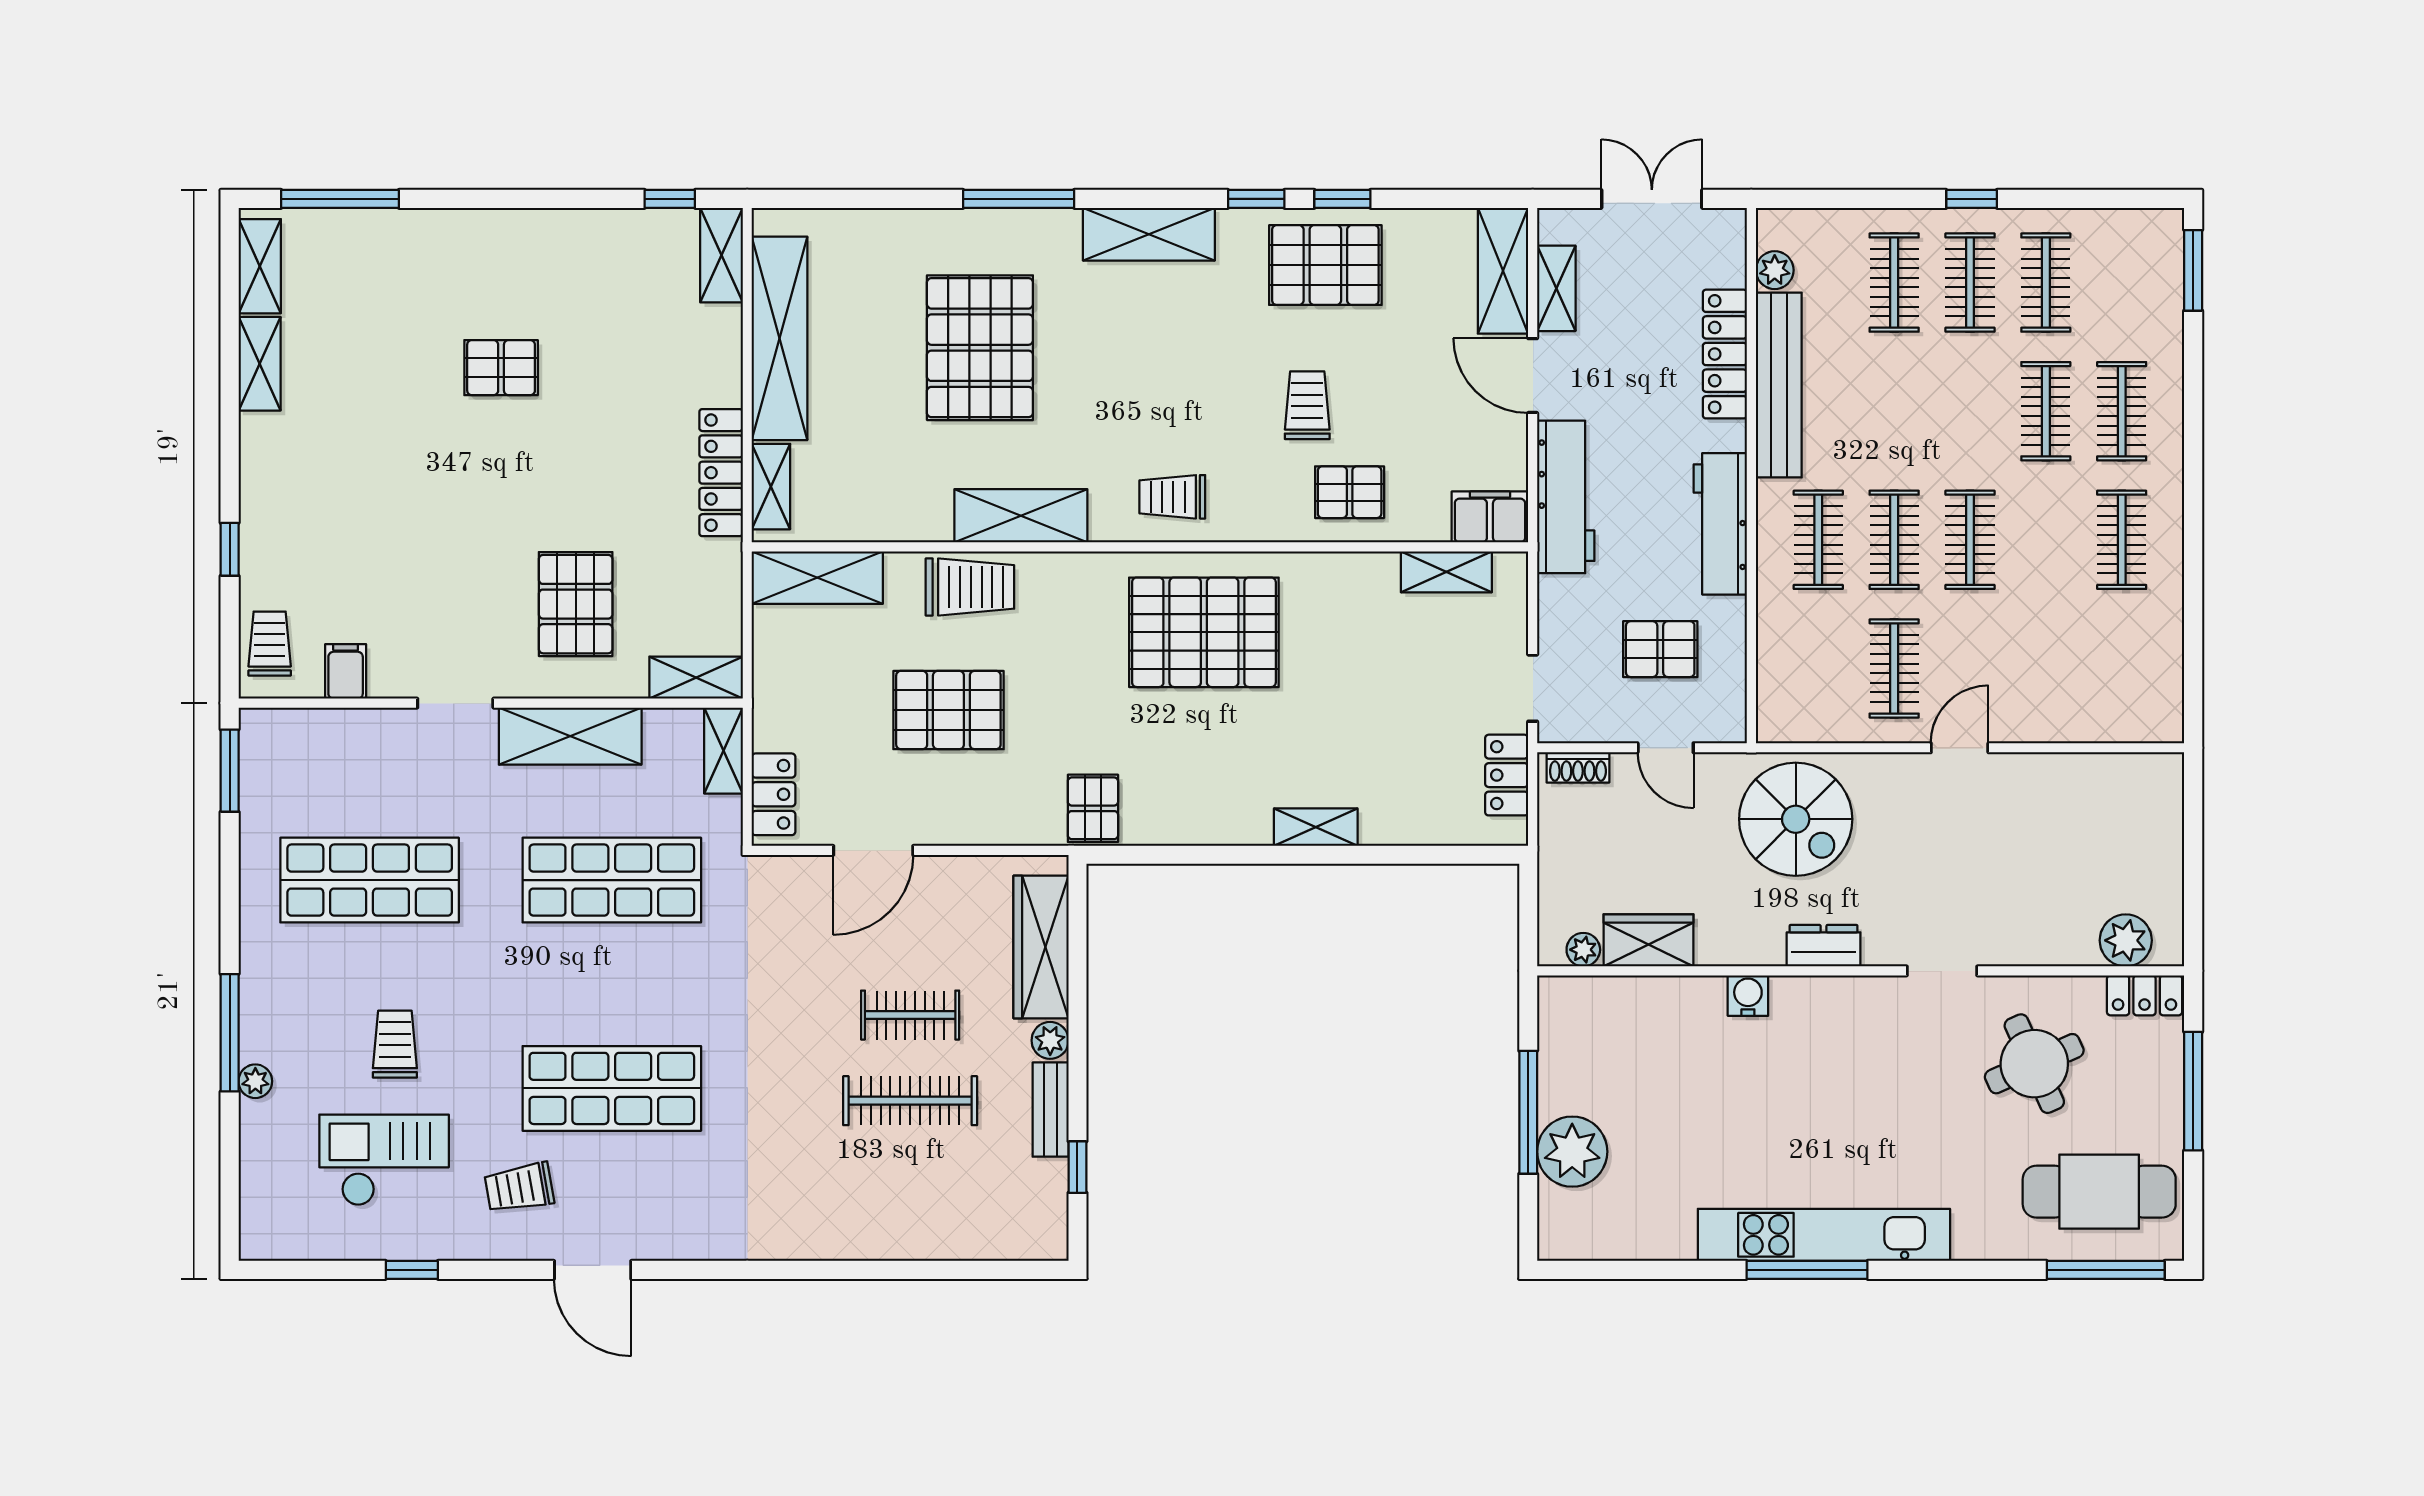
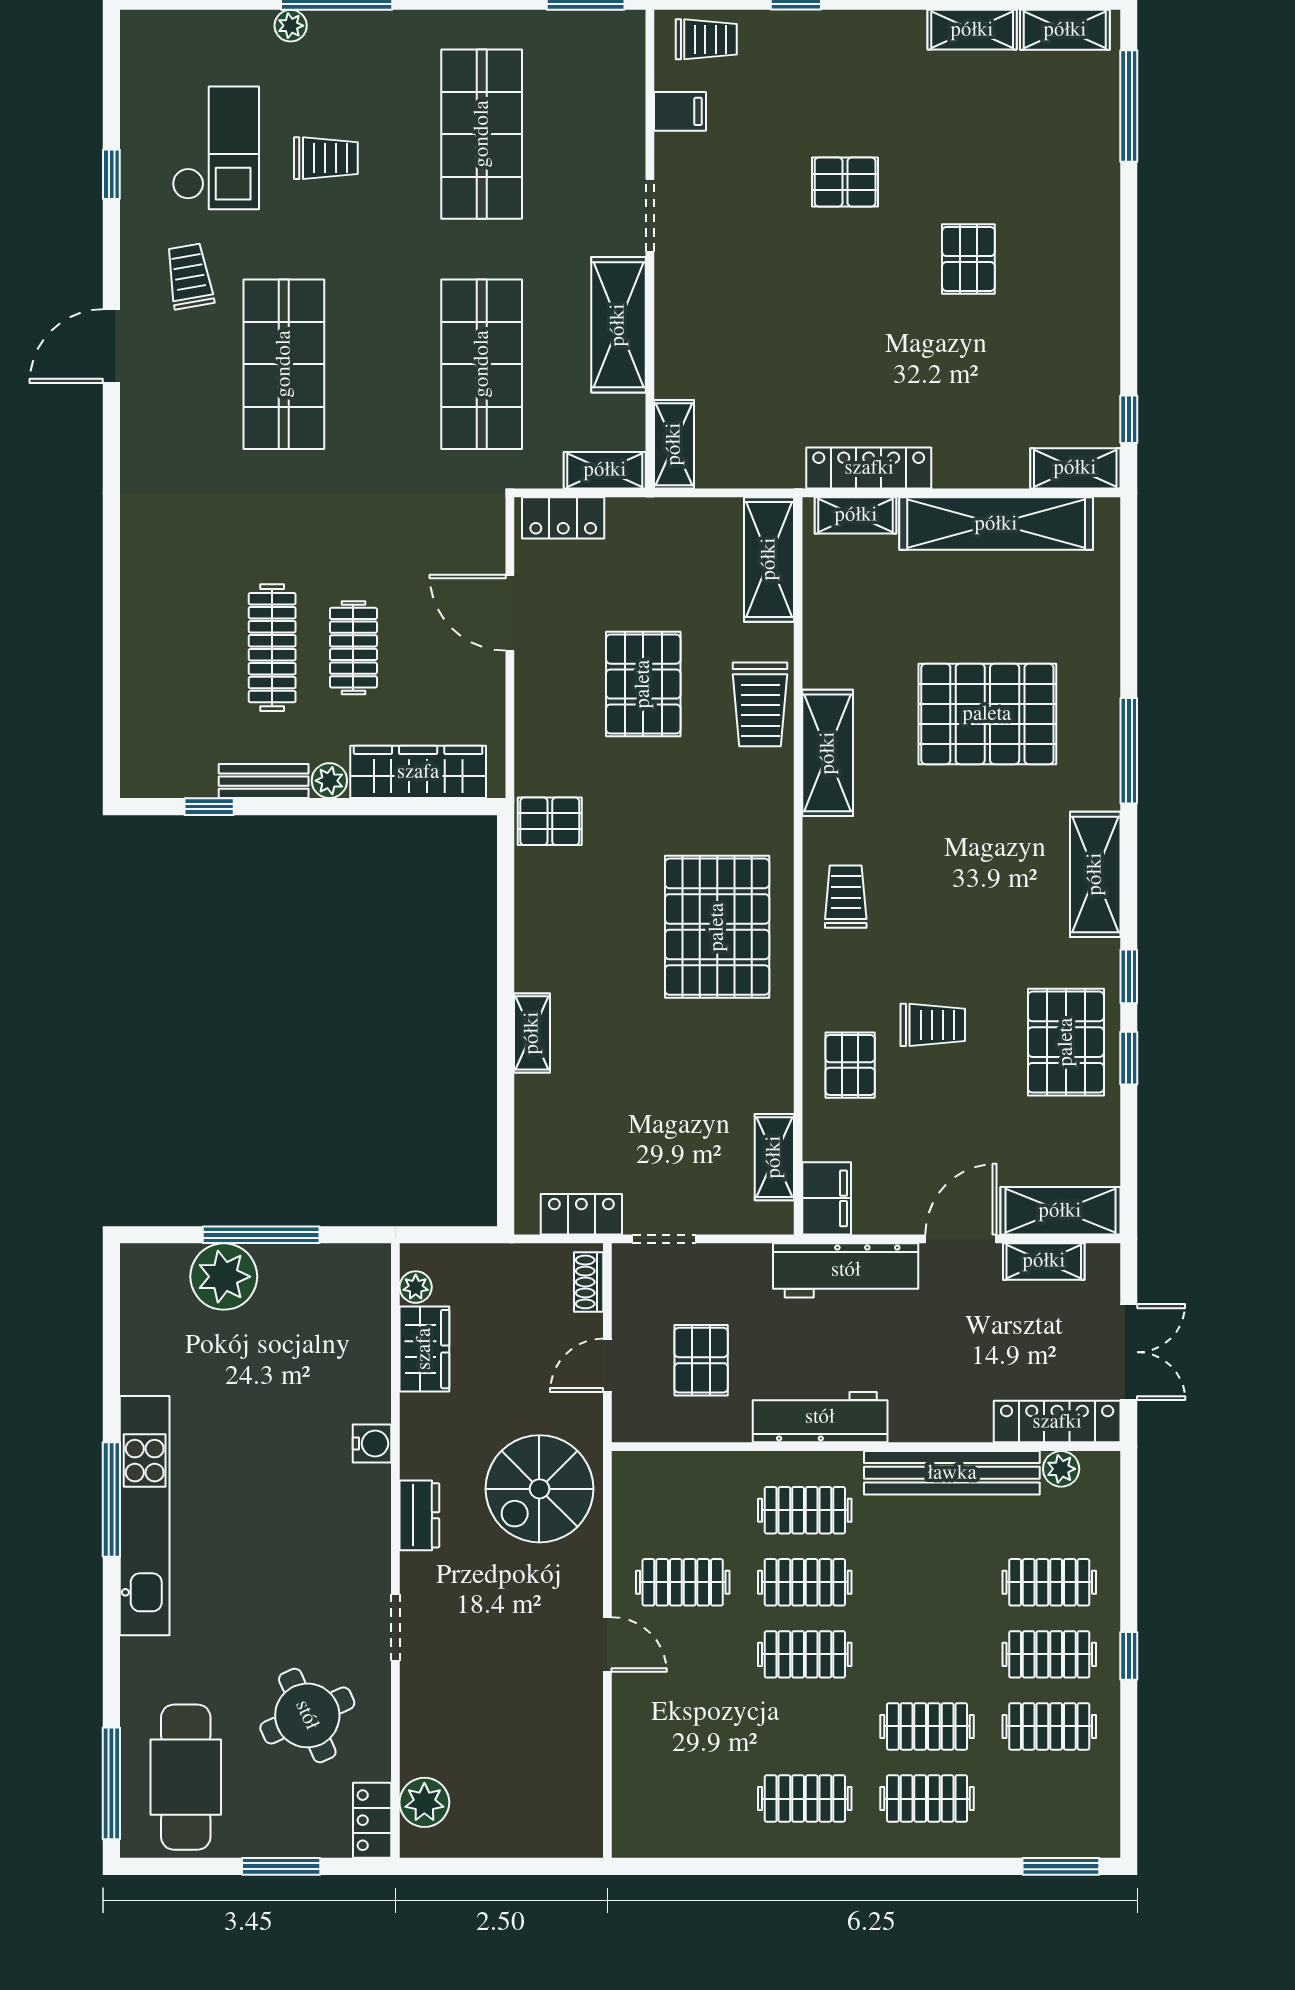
locker: (1725, 354) -> (1057, 1422), moved
pallet: (576, 604) -> (845, 182), moved, width x0.67, depth x0.71
window: (2193, 1091) -> (281, 1866), width x0.69

